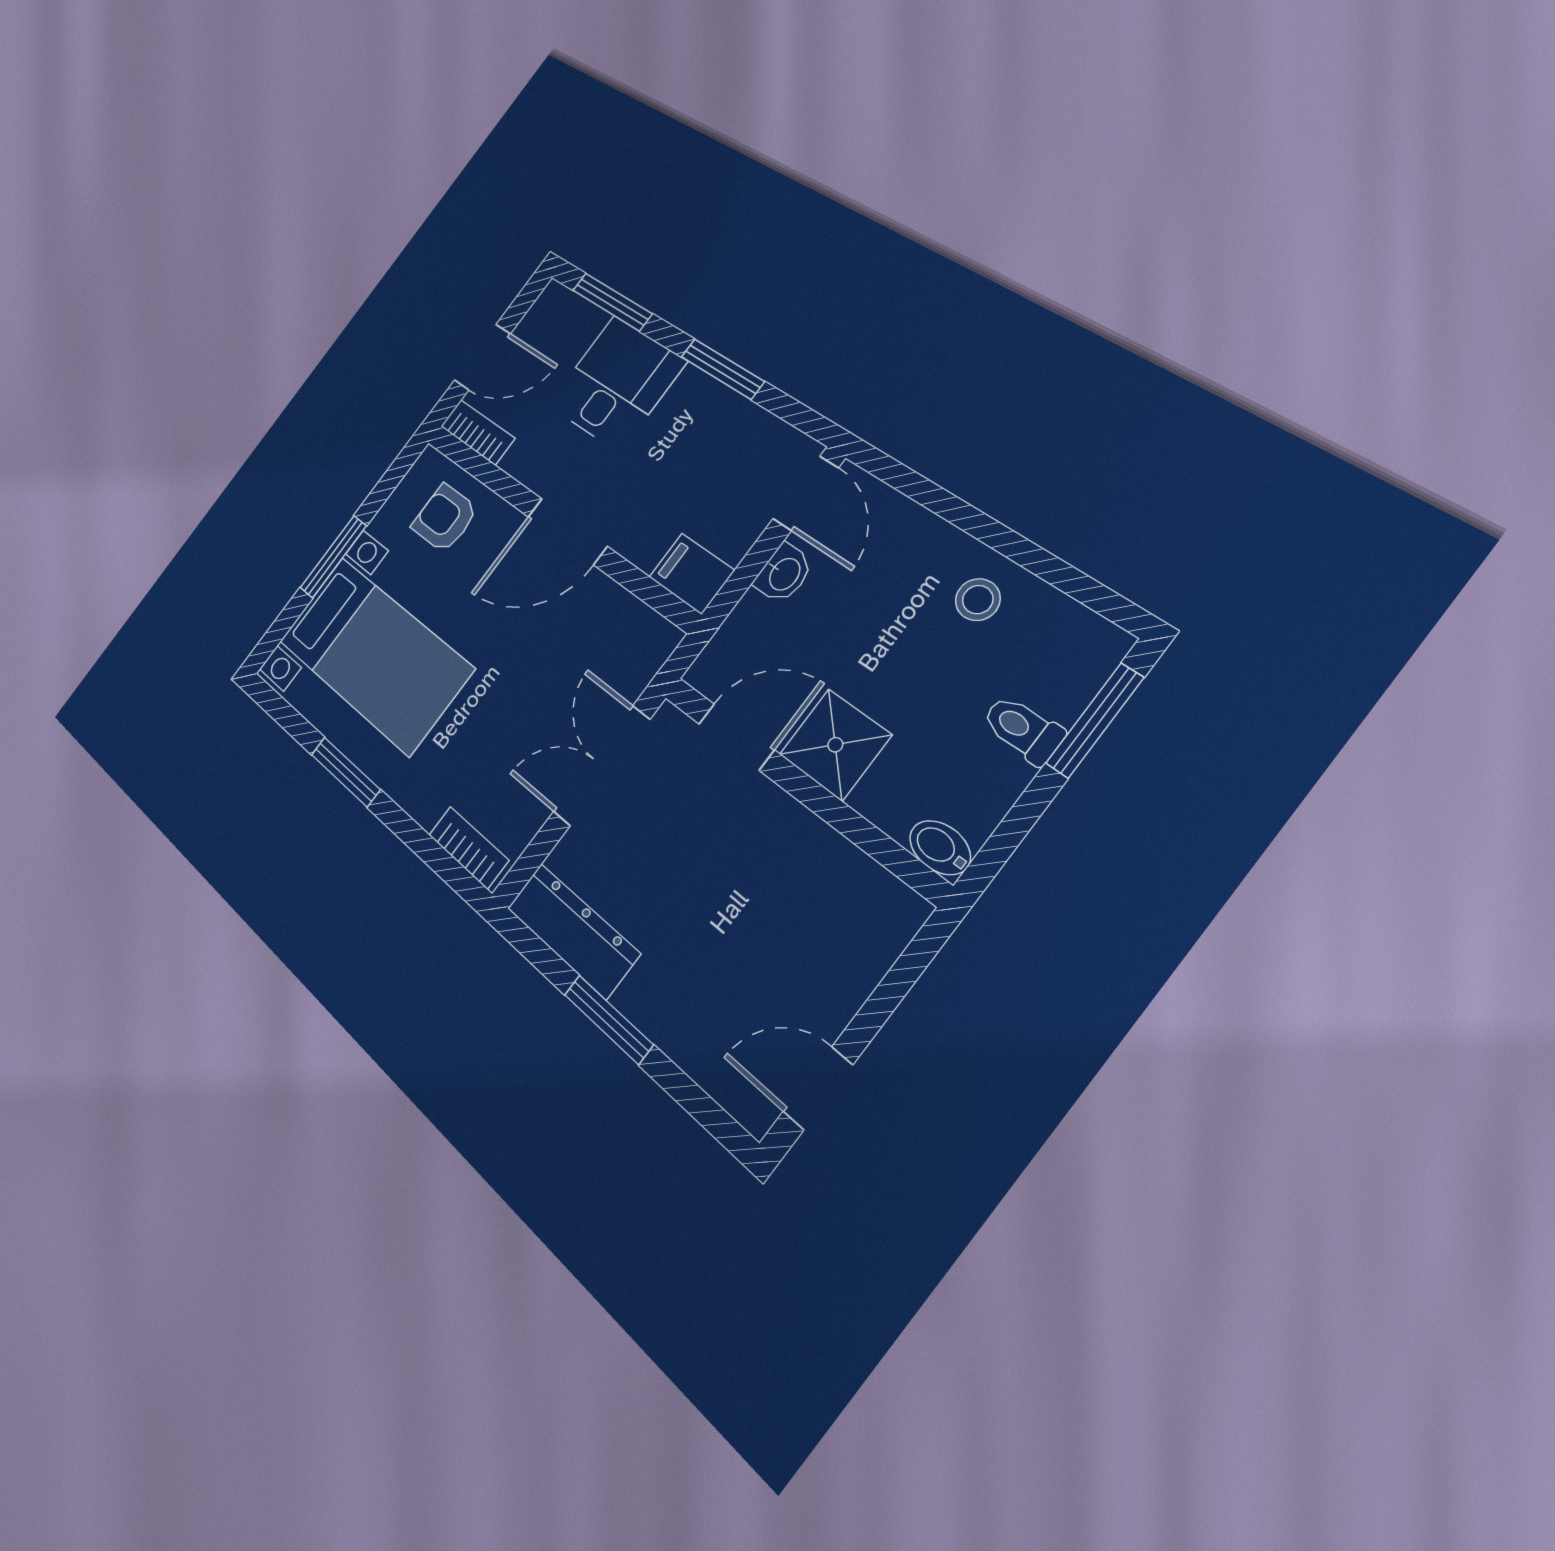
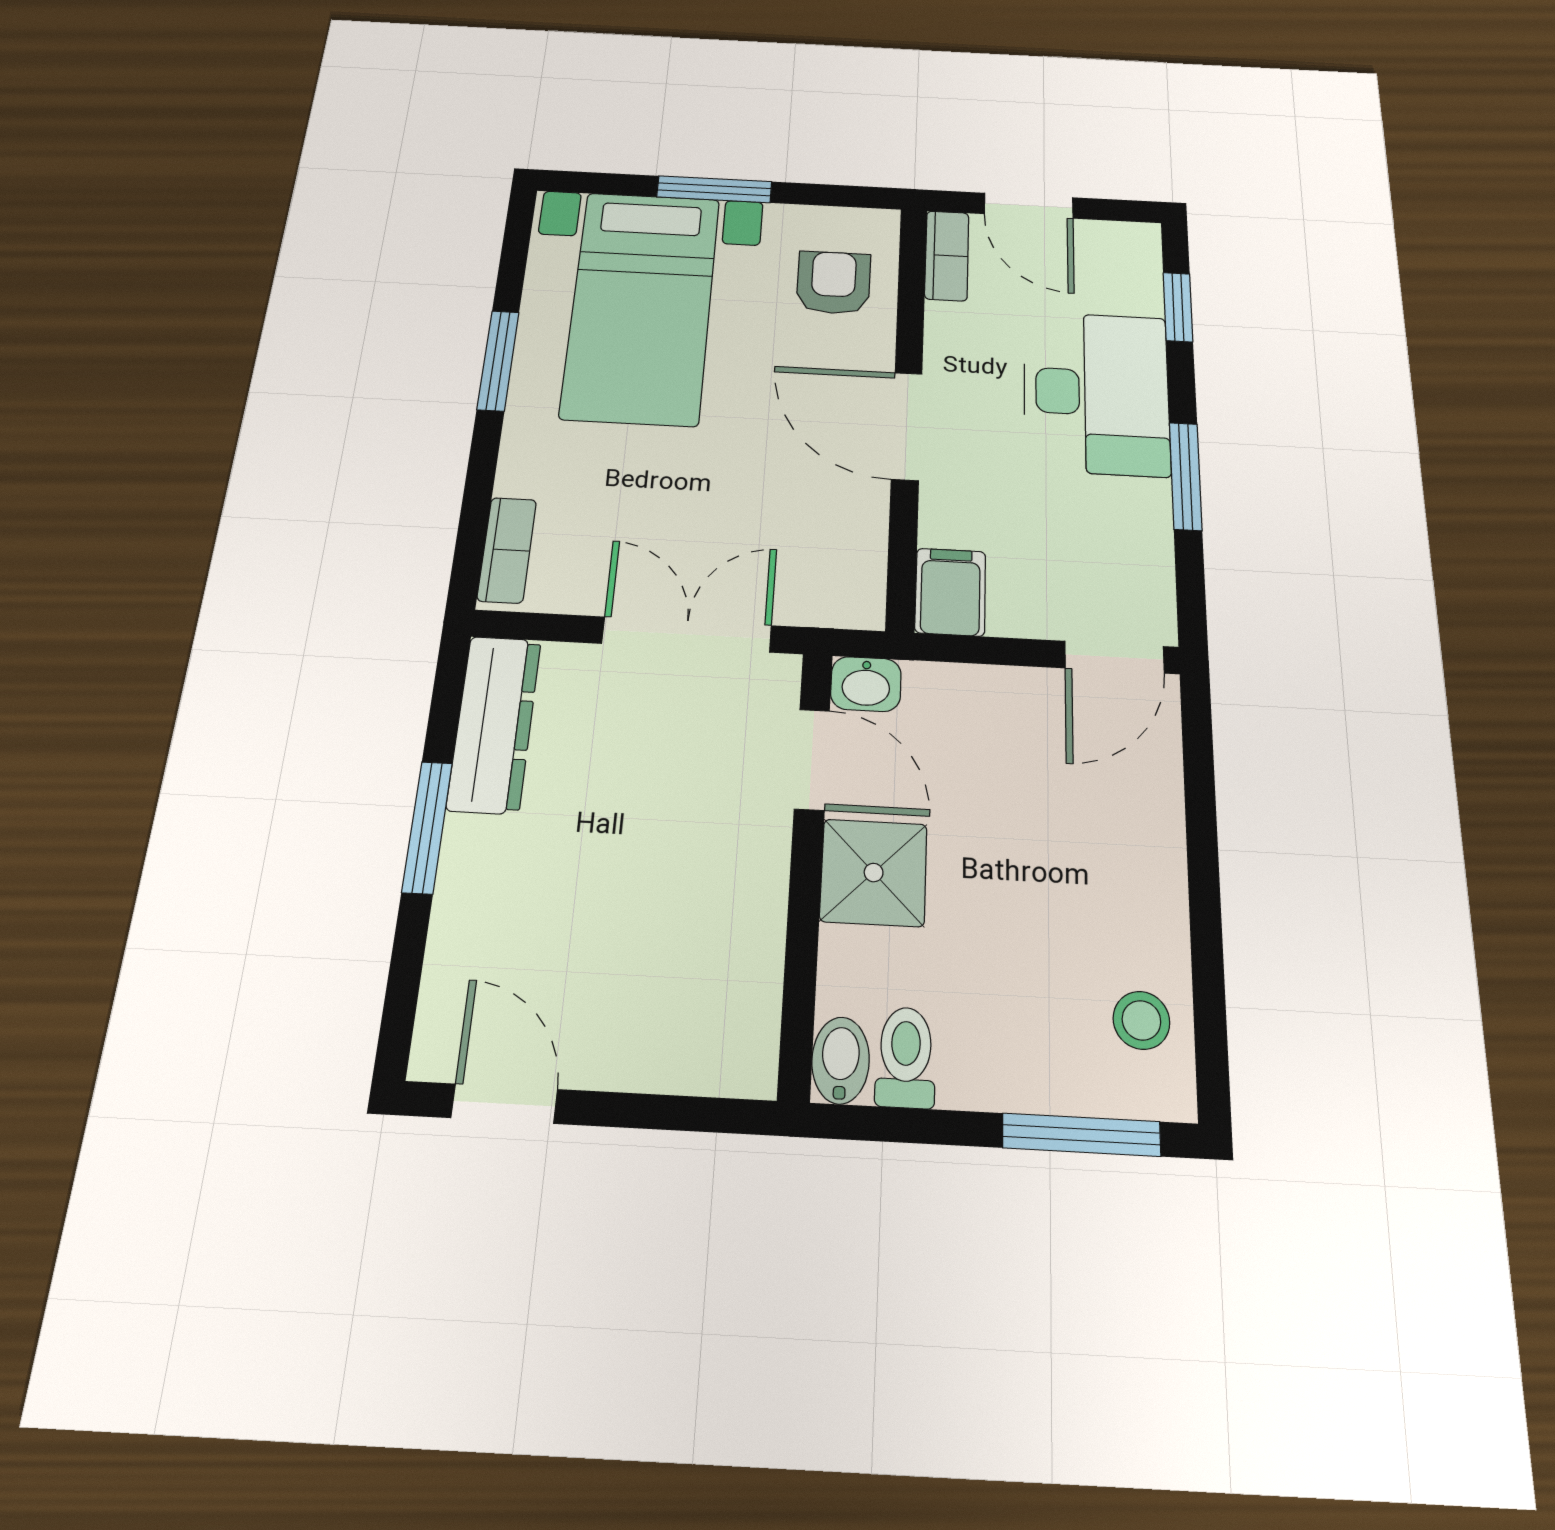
window: (612, 302) -> (1178, 307), width x0.67
desk: (617, 383) -> (1096, 393), width x1.37
washbasin: (784, 574) -> (866, 684), moved
stool: (978, 600) -> (1141, 1020), moved
toilet: (1023, 729) -> (906, 1057), moved

